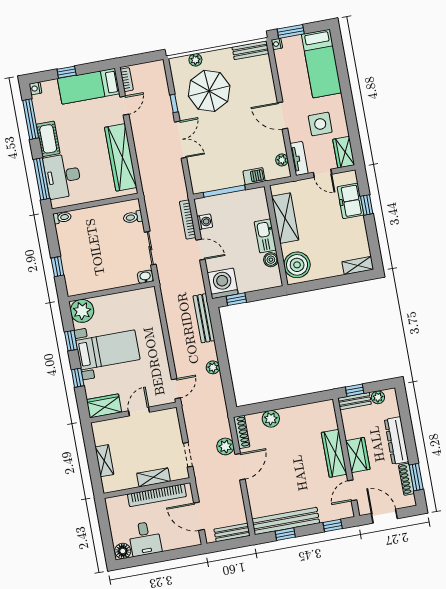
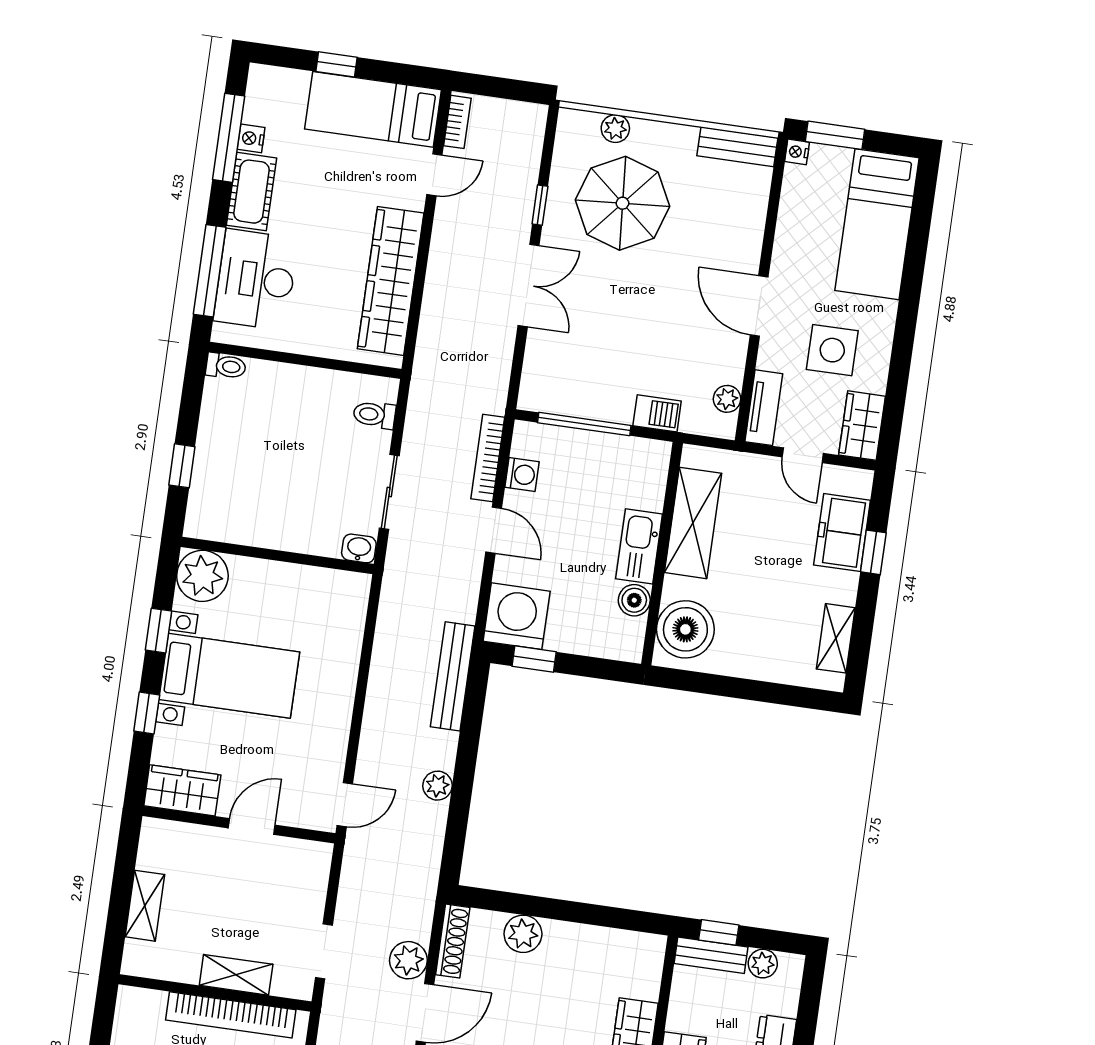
nightstand: (35, 88) -> (251, 138), moved
shelving: (358, 266) -> (836, 638), moved, turned 90

